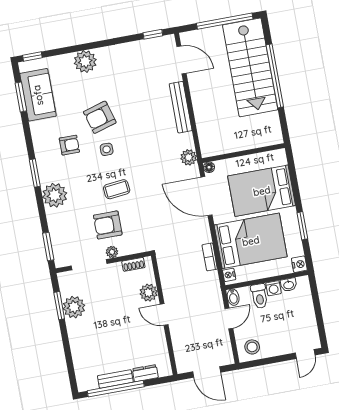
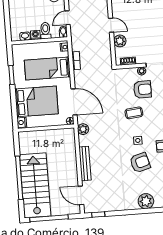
bed: (251, 241) -> (47, 68), width x0.67
nightstand: (299, 264) -> (22, 122), moved

